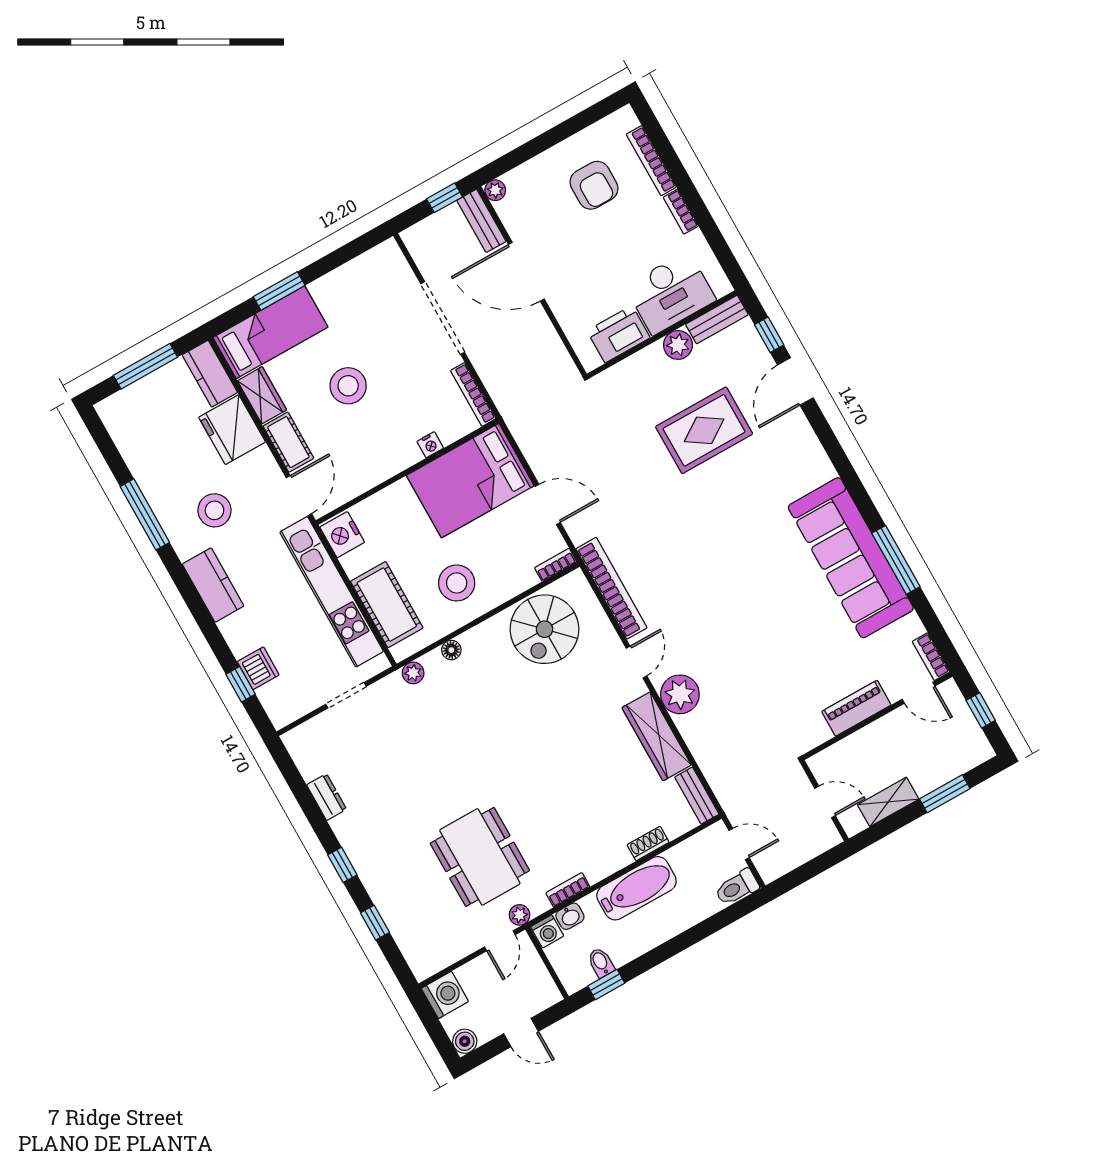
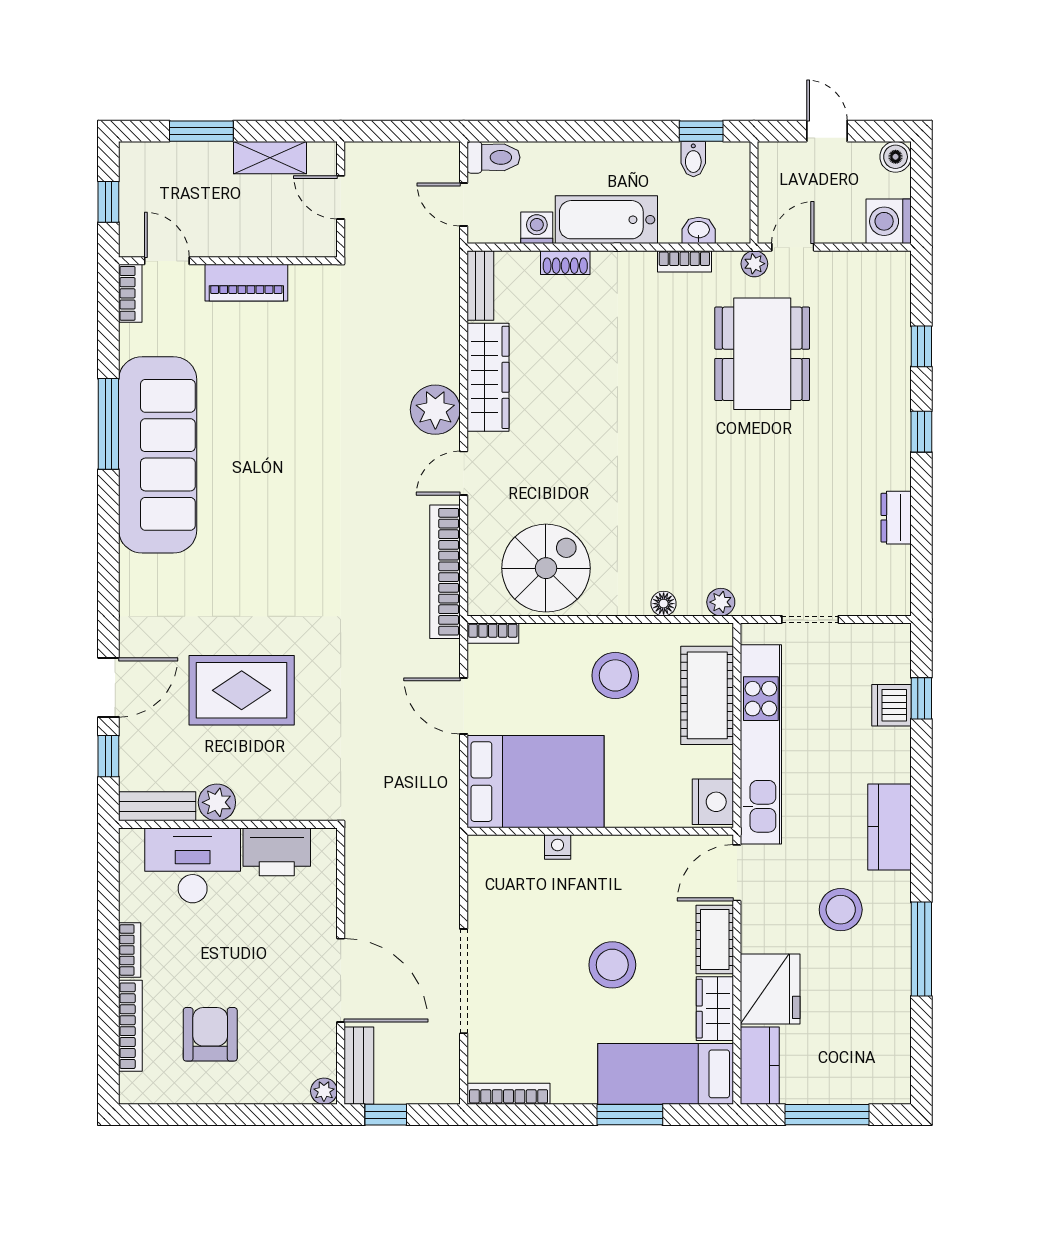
bookcase: (473, 395) -> (509, 1094), moved, turned -90
washing machine: (547, 931) -> (537, 228), moved

